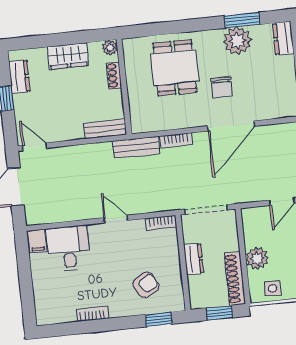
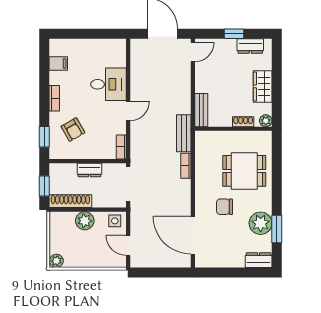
door: (231, 126) -> (193, 235), moved
filing cabinet: (37, 241) -> (58, 63), moved, turned 180
desk: (69, 248) -> (109, 84), moved
side table: (273, 288) -> (115, 221), moved
bookcase: (92, 314) -> (54, 98), moved

